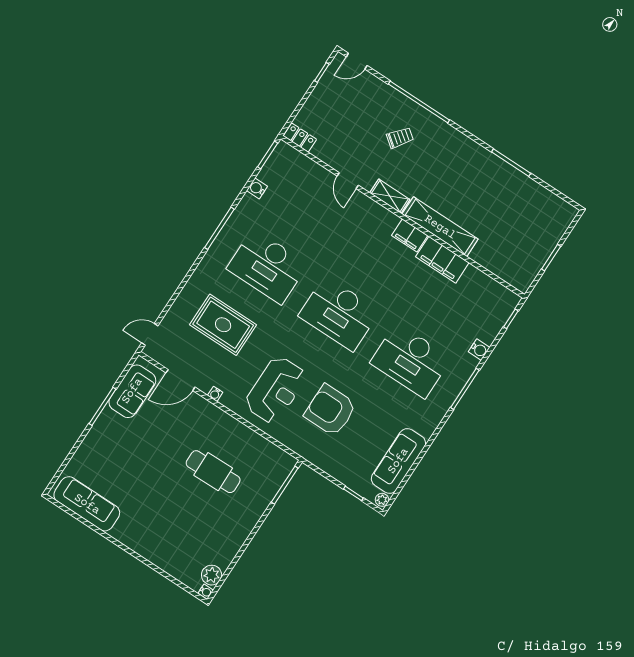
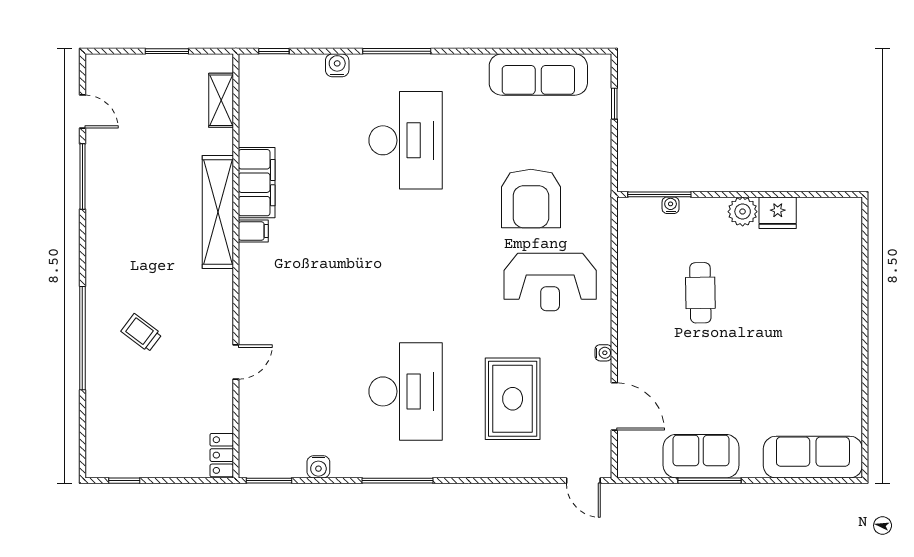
door: (357, 61) -> (82, 112), moved
shelving: (390, 196) -> (221, 100), moved
filing cabinet: (410, 235) -> (253, 231), width x0.50
desk: (339, 313) -> (406, 266), removed
reception desk: (276, 390) -> (550, 282), turned 180
sofa: (132, 391) -> (701, 456), moved
cafe table: (213, 472) -> (700, 293), width x0.73, depth x0.74
plant: (382, 500) -> (599, 63), removed
sofa: (87, 504) -> (813, 457), moved, turned 90
fridge: (230, 546) -> (778, 213), added
plant: (212, 575) -> (743, 212), moved
water cooler: (206, 592) -> (671, 205), moved

